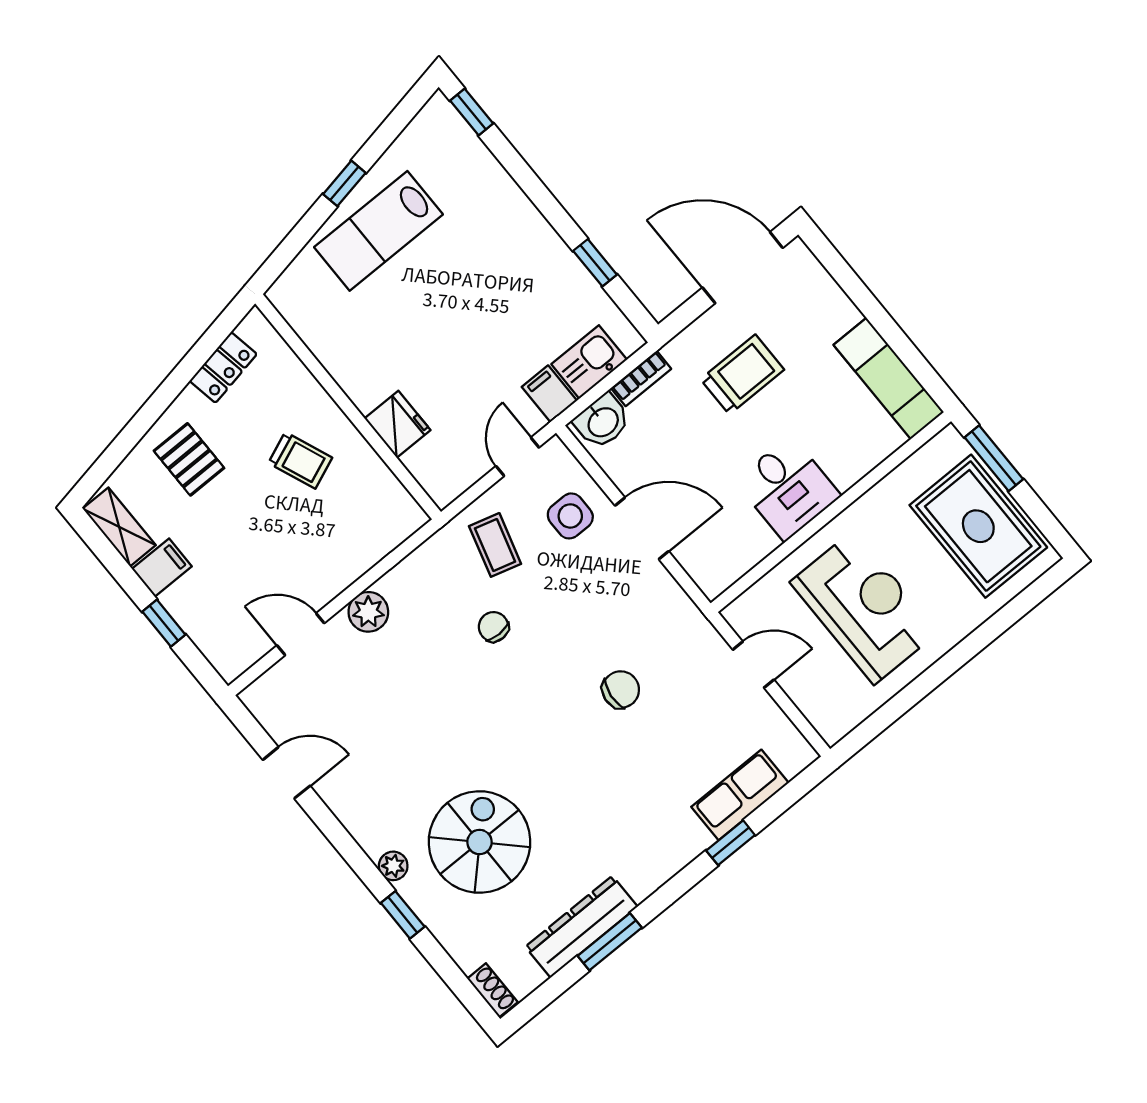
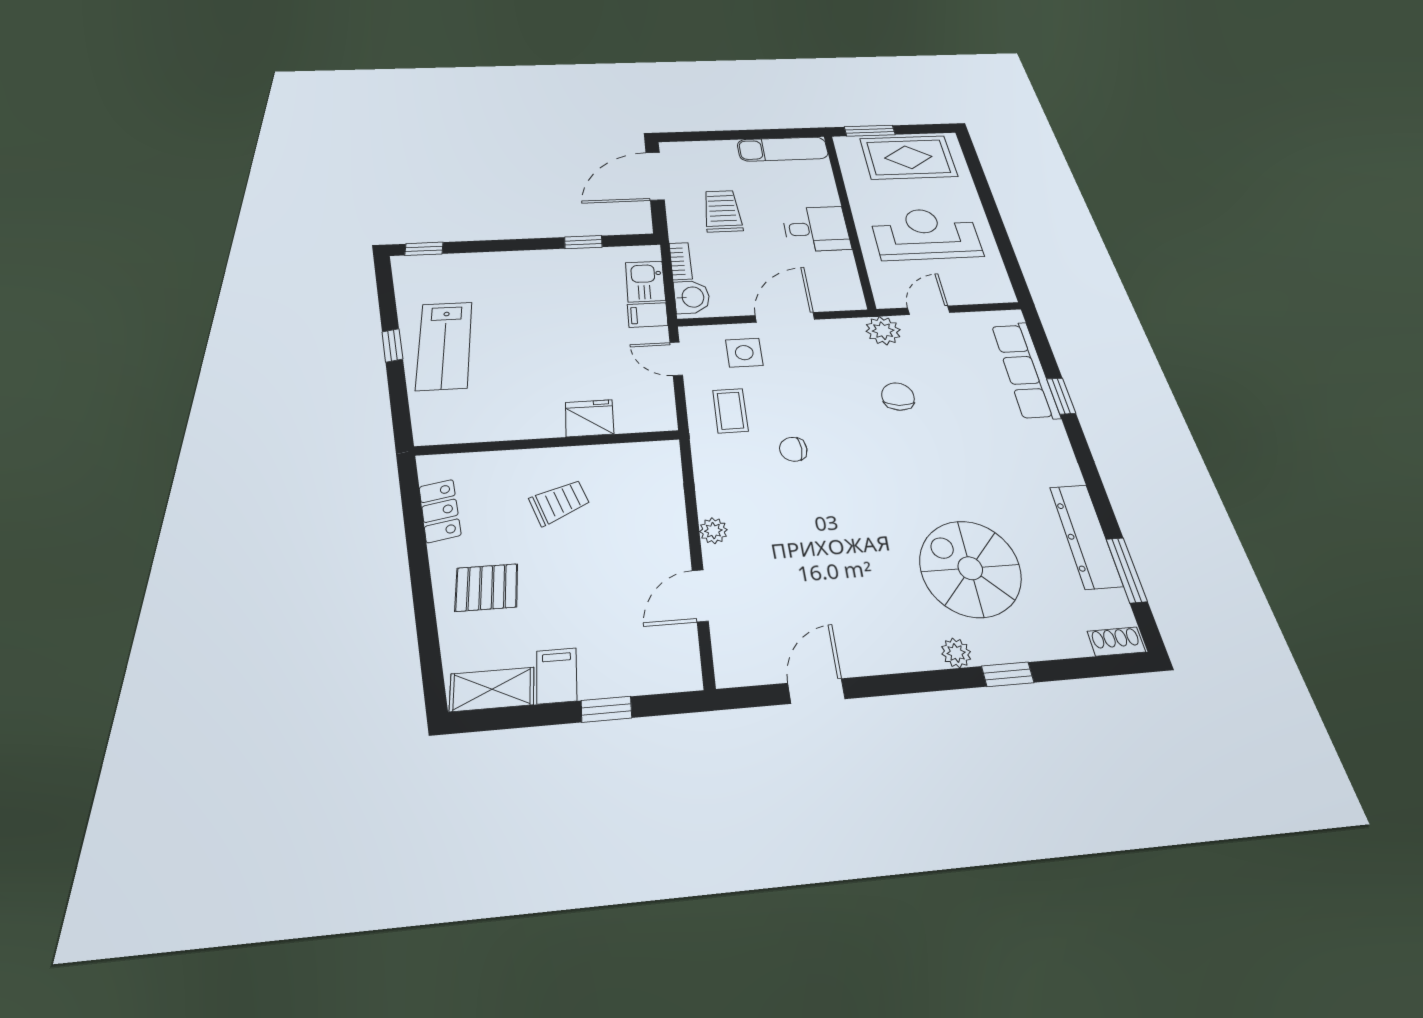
coffee table: (495, 545) -> (730, 411), turned 74
plant: (368, 612) -> (713, 531), width x0.73, depth x0.73
plant: (694, 633) -> (883, 331), added
row of seats: (740, 795) -> (1025, 370), width x1.48
window: (610, 942) -> (1126, 570), moved

